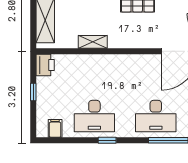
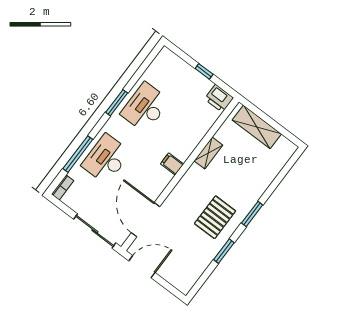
filing cabinet: (55, 128) -> (172, 164), moved, turned 180
window: (107, 140) -> (117, 103), width x1.50

